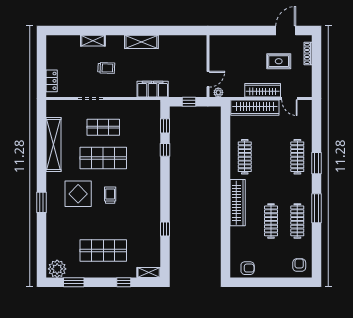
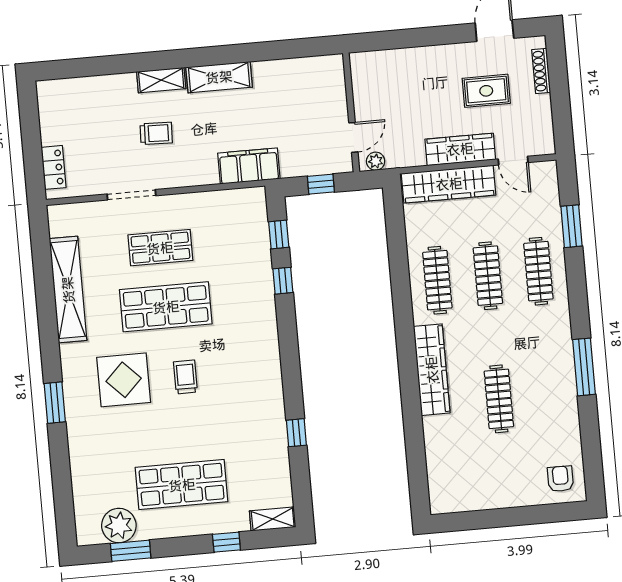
shelving: (93, 41) -> (161, 80), moved
window: (317, 163) -> (572, 226), moved
clothes rail: (297, 221) -> (488, 276), moved
armchair: (248, 268) -> (462, 494), removed
plant: (57, 269) -> (119, 526), moved

